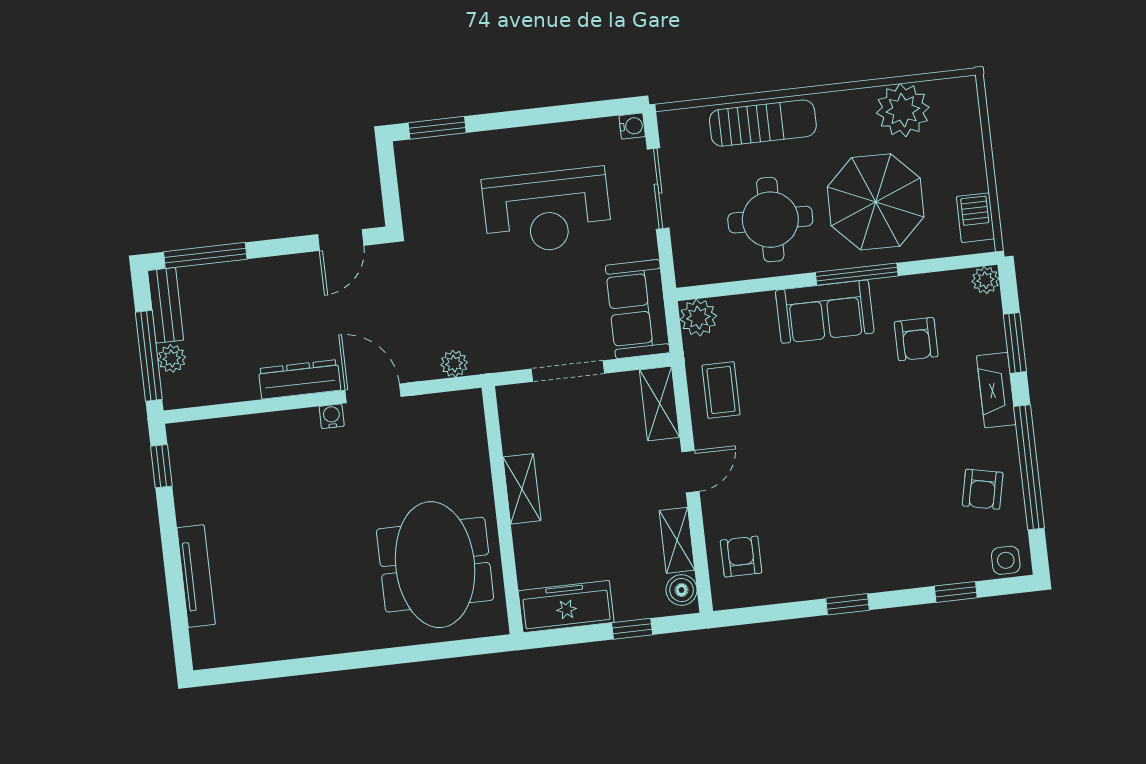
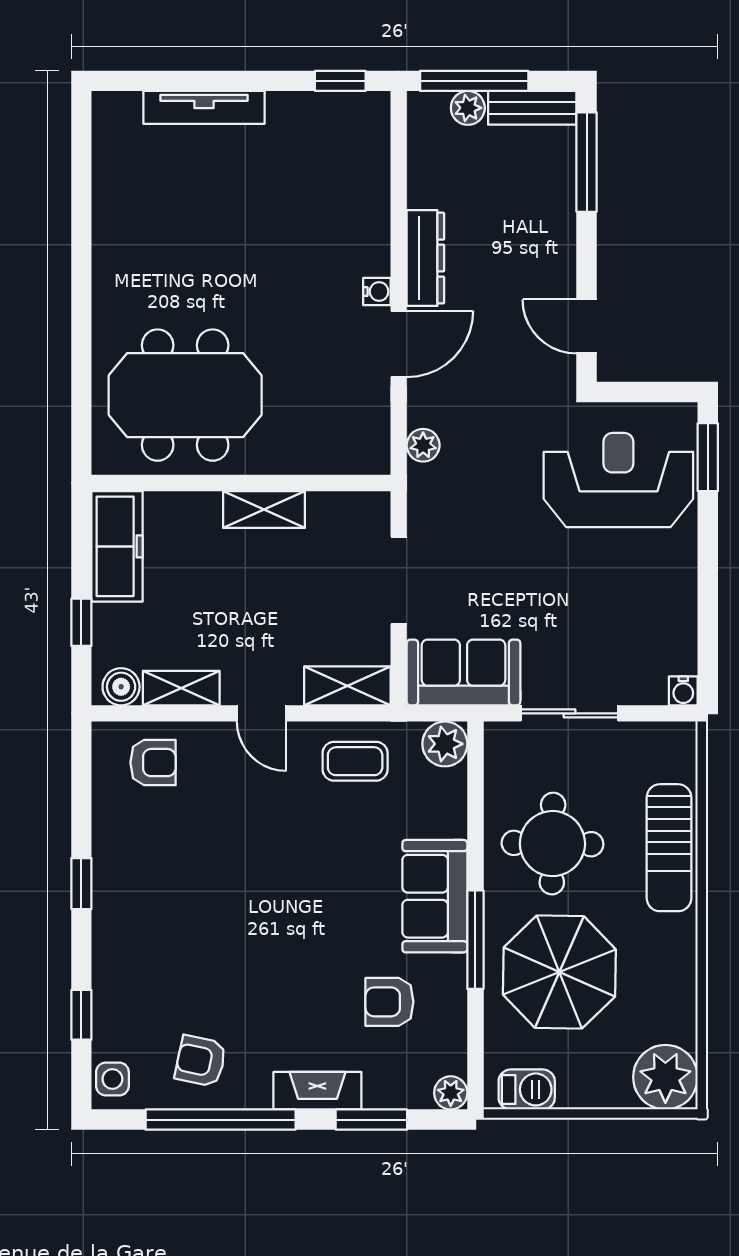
plant: (903, 110) -> (665, 1077), moved
sliding door: (658, 189) -> (569, 713), moved
reception desk: (547, 211) -> (618, 480), moved, turned 90

